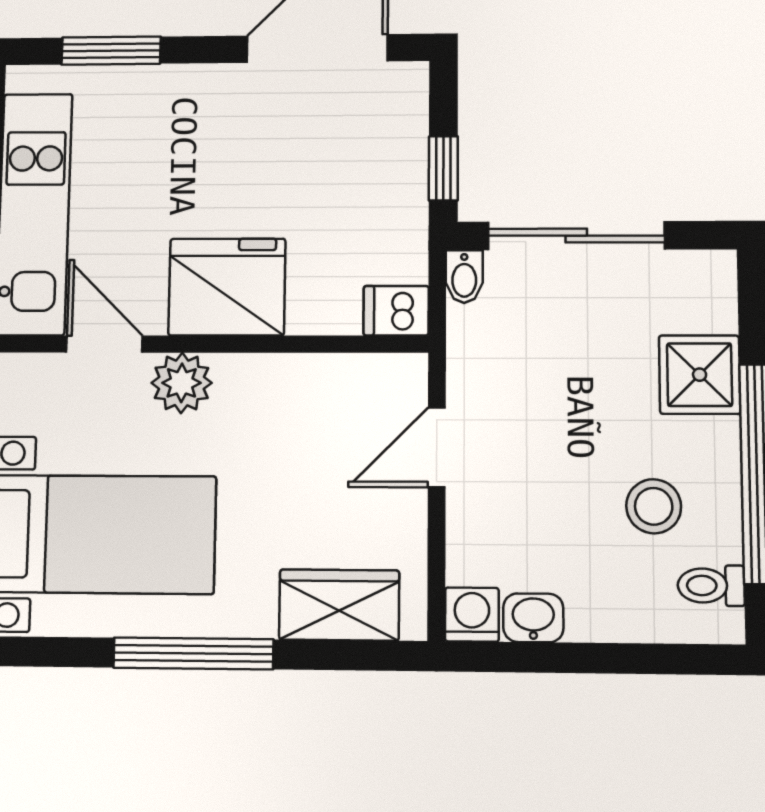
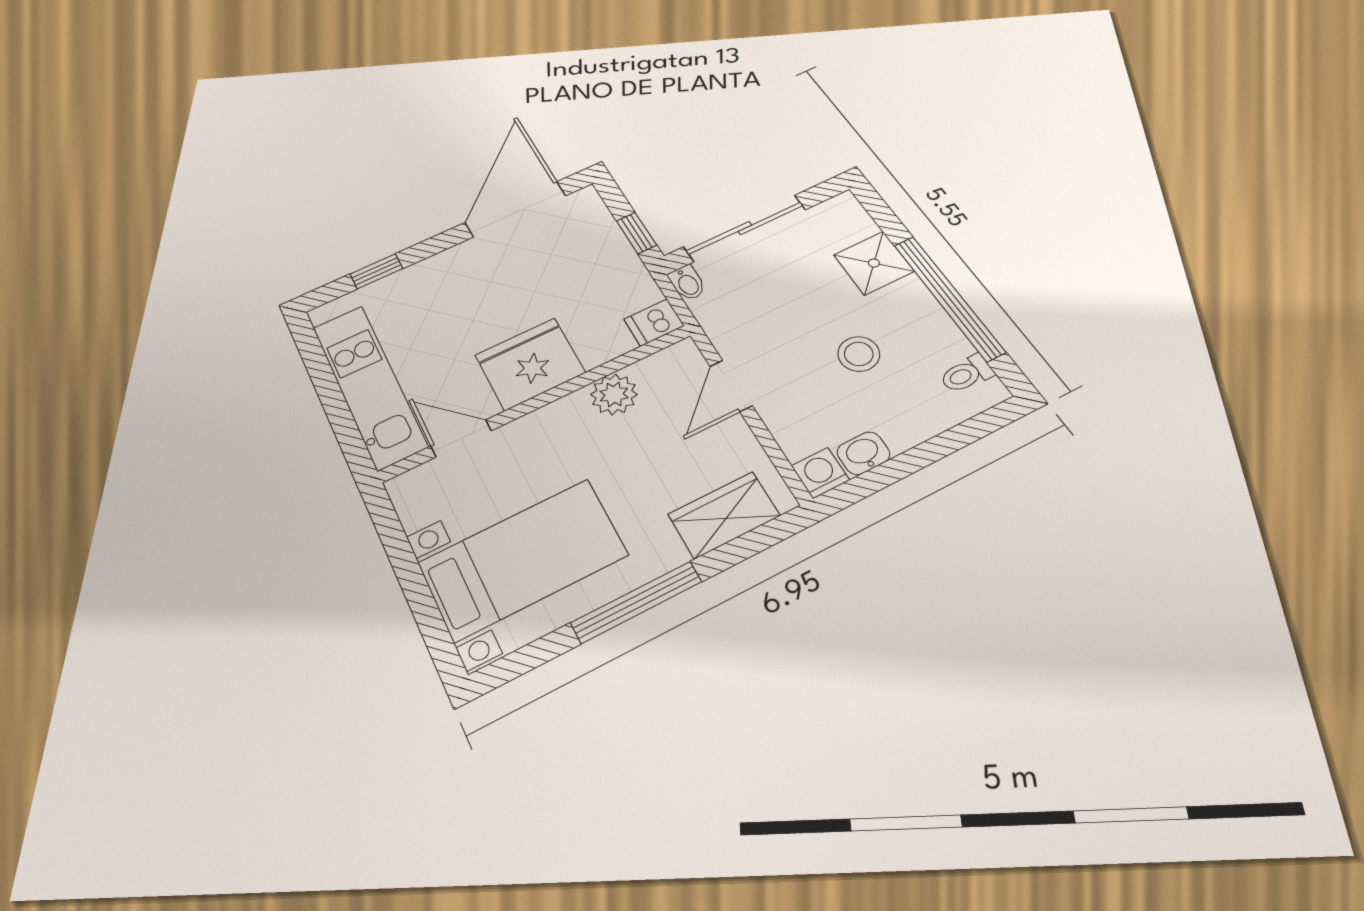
window: (111, 51) -> (376, 271), width x0.67
plant: (182, 383) -> (614, 394), moved
stool: (654, 506) -> (859, 354), moved

